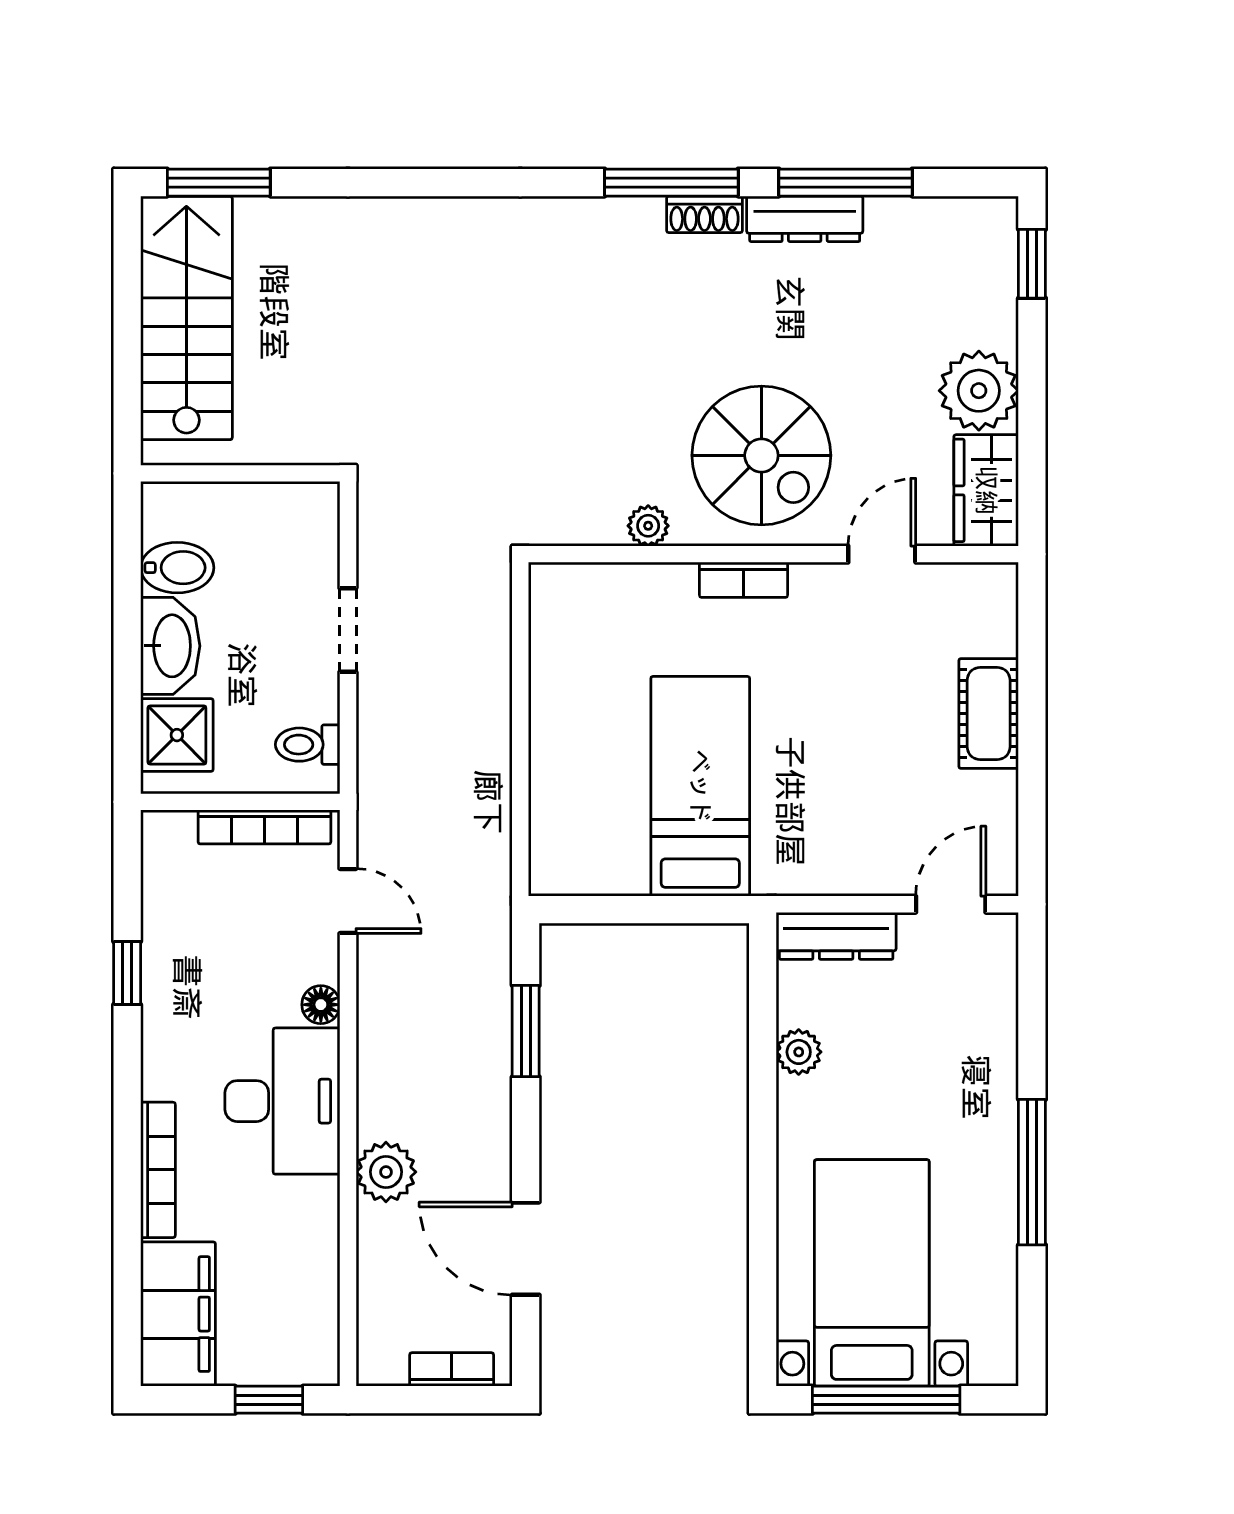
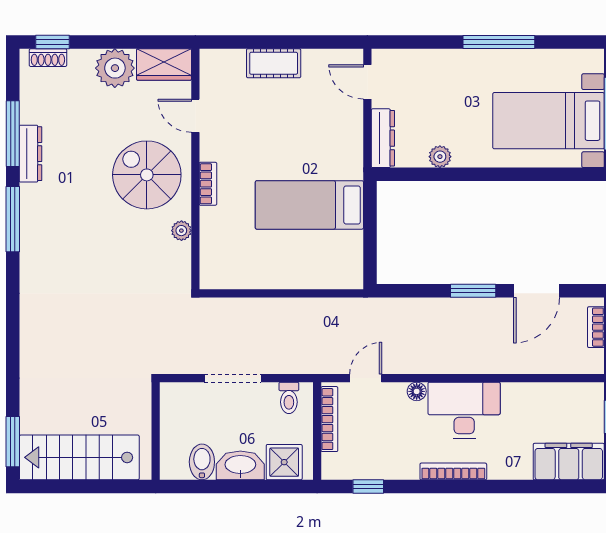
shoe rack: (704, 214) -> (48, 58), moved, turned 90
spiral stairs: (761, 455) -> (147, 175), turned -90
doorway: (348, 630) -> (233, 378), width x1.38
window: (127, 973) -> (368, 487), moved
window: (526, 1031) -> (473, 291), moved
bookcase: (158, 1170) -> (453, 471), moved
plant: (386, 1172) -> (499, 359), removed

